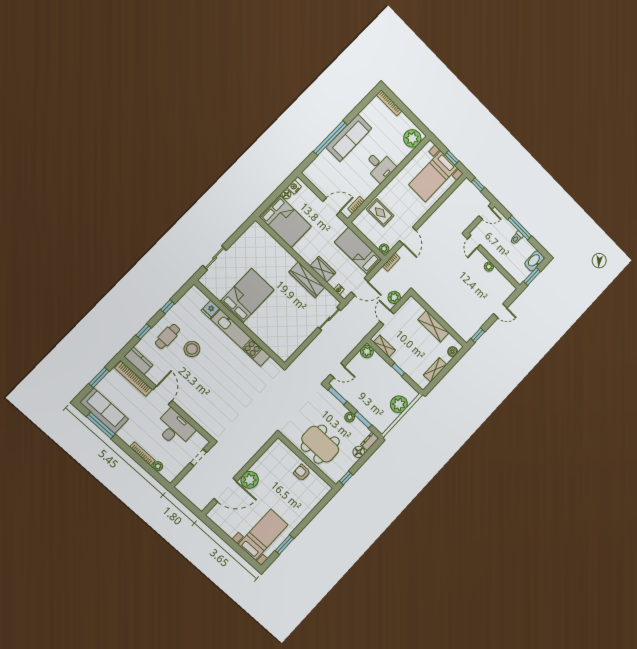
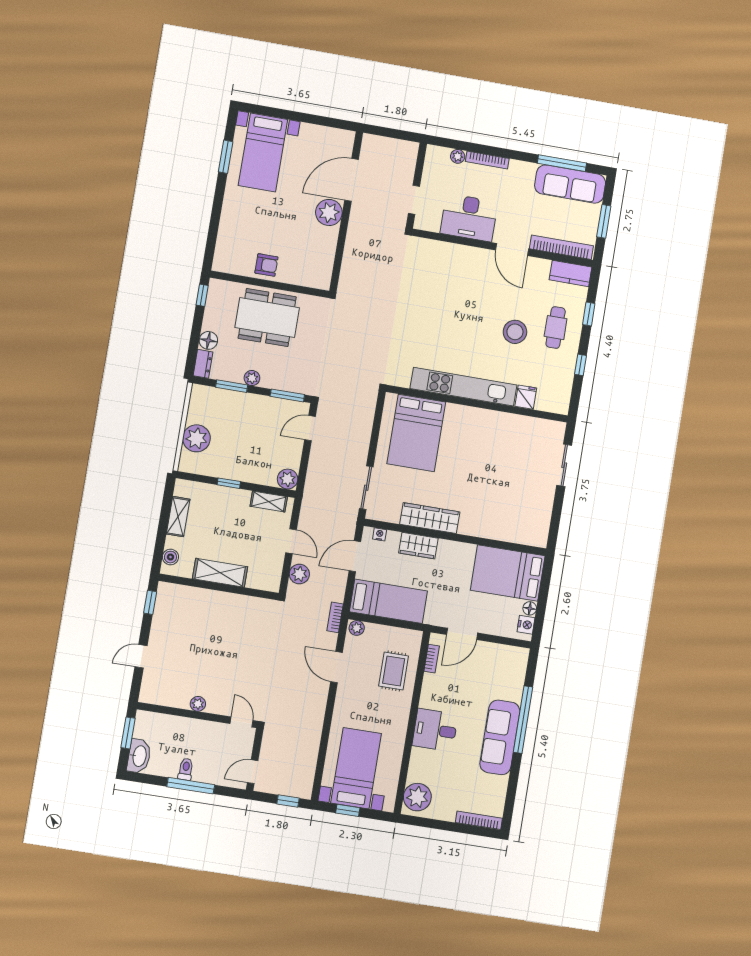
rug: (380, 213) -> (394, 671), turned 90
bed: (247, 296) -> (416, 433), moved

